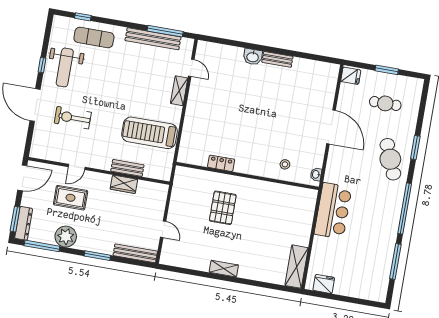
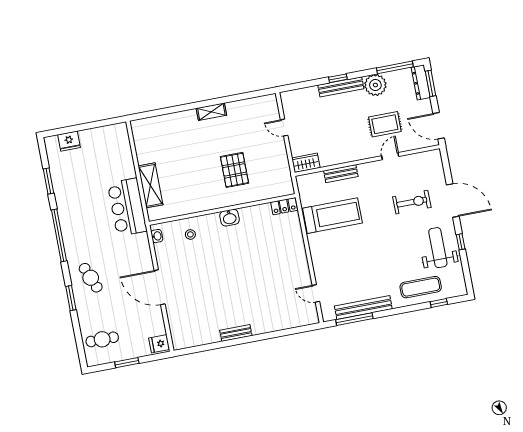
washbasin: (253, 57) -> (230, 218), moved, turned 180
shelving: (179, 91) -> (319, 267), removed
cafe table: (385, 103) -> (102, 339), moved
cafe table: (390, 159) -> (91, 278), width x0.73, depth x0.74
locker: (221, 163) -> (284, 206), moved
door: (22, 178) -> (439, 126), hinge flipped
wardrobe: (124, 184) -> (306, 163), moved
bench: (135, 253) -> (341, 87), moved
window: (97, 256) -> (338, 78), width x0.67
window: (395, 261) -> (49, 181), width x0.69
shelving: (297, 267) -> (151, 185), moved
fridge: (324, 284) -> (69, 141), moved

